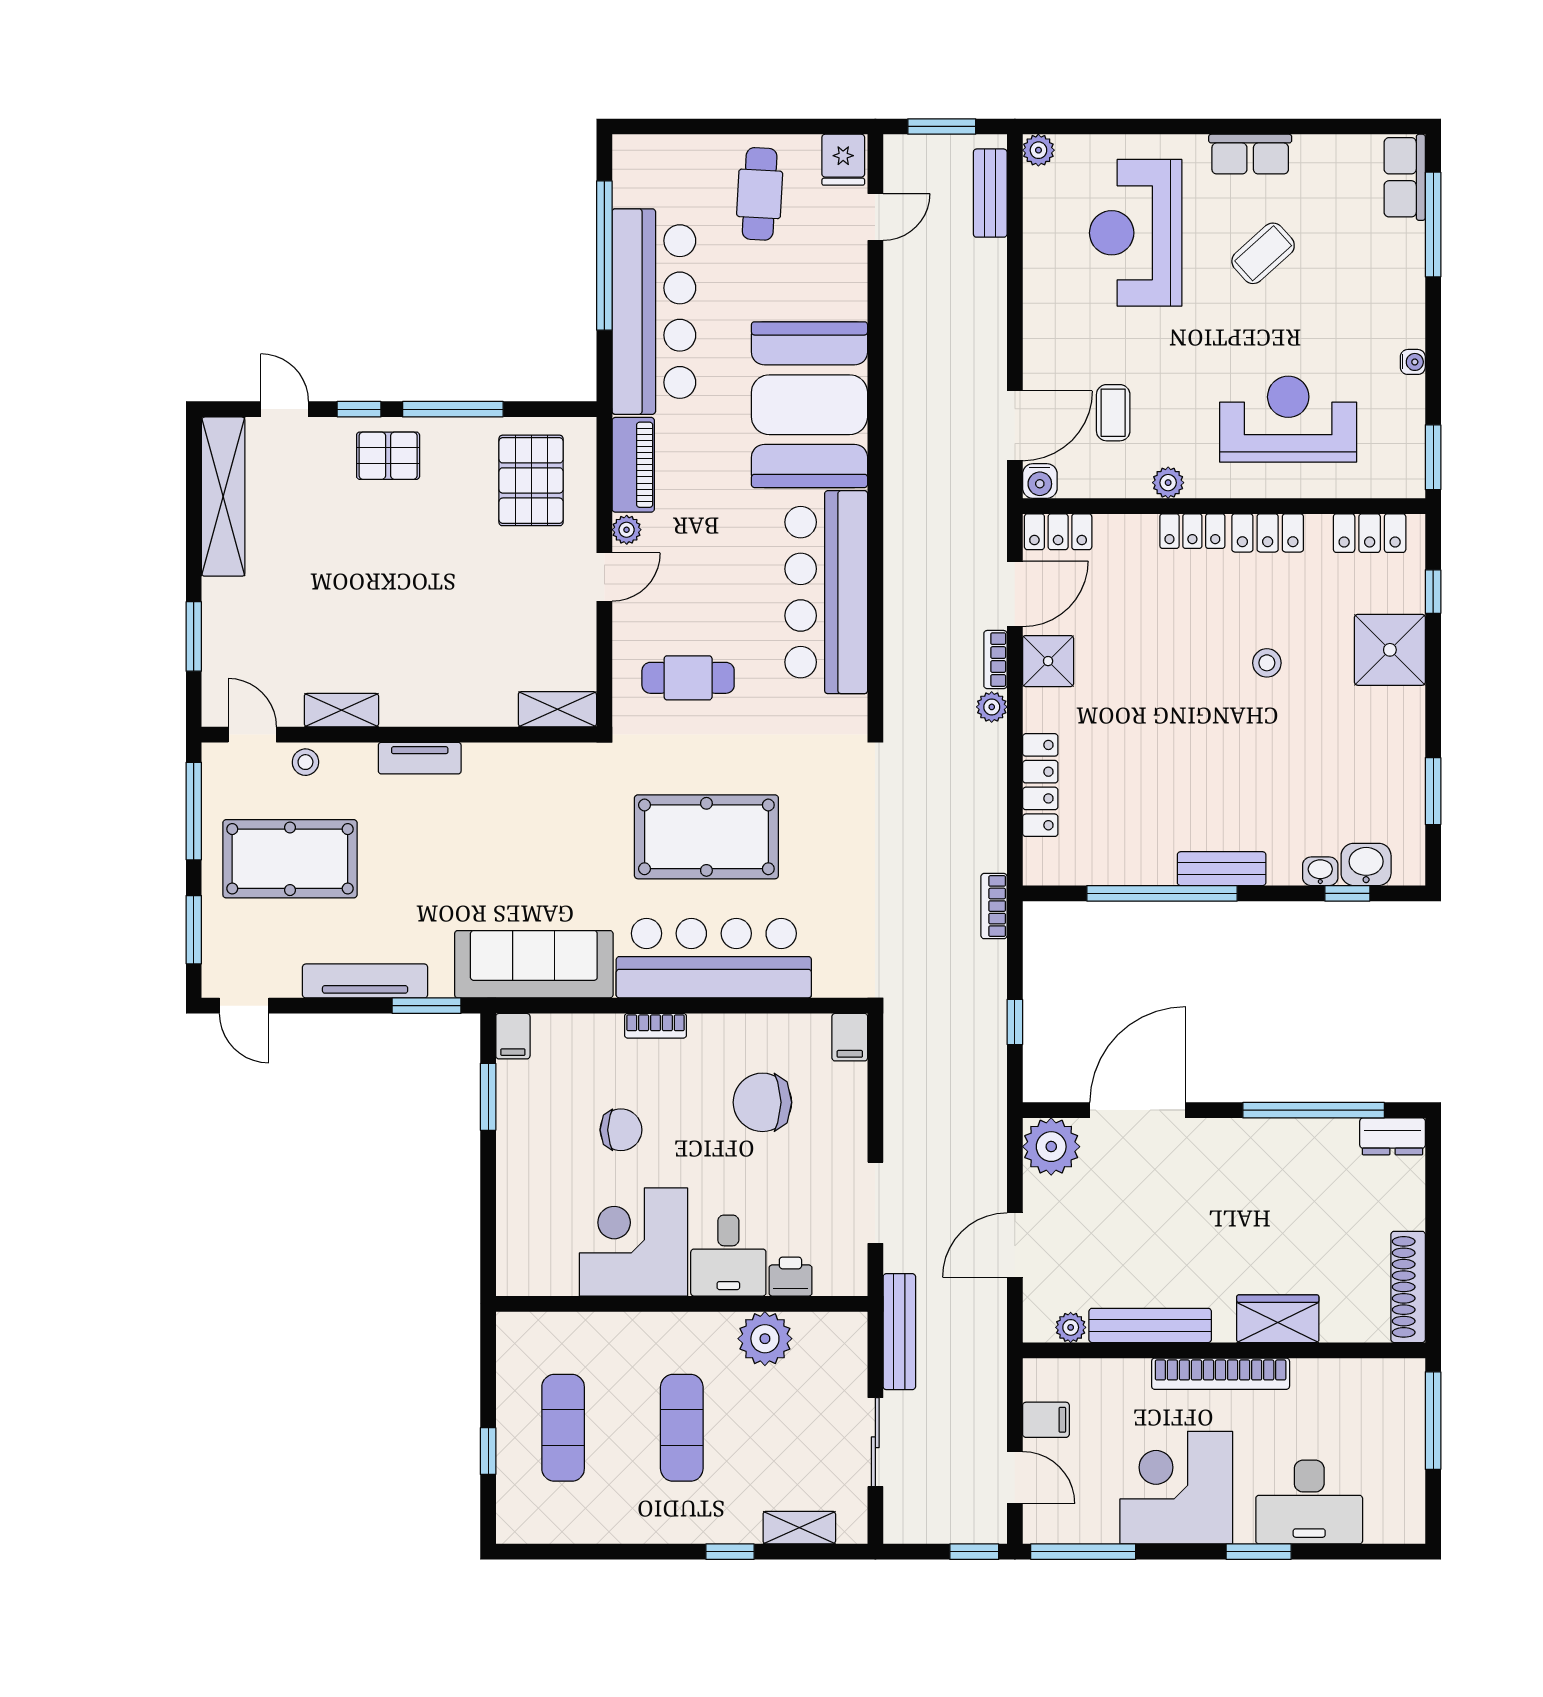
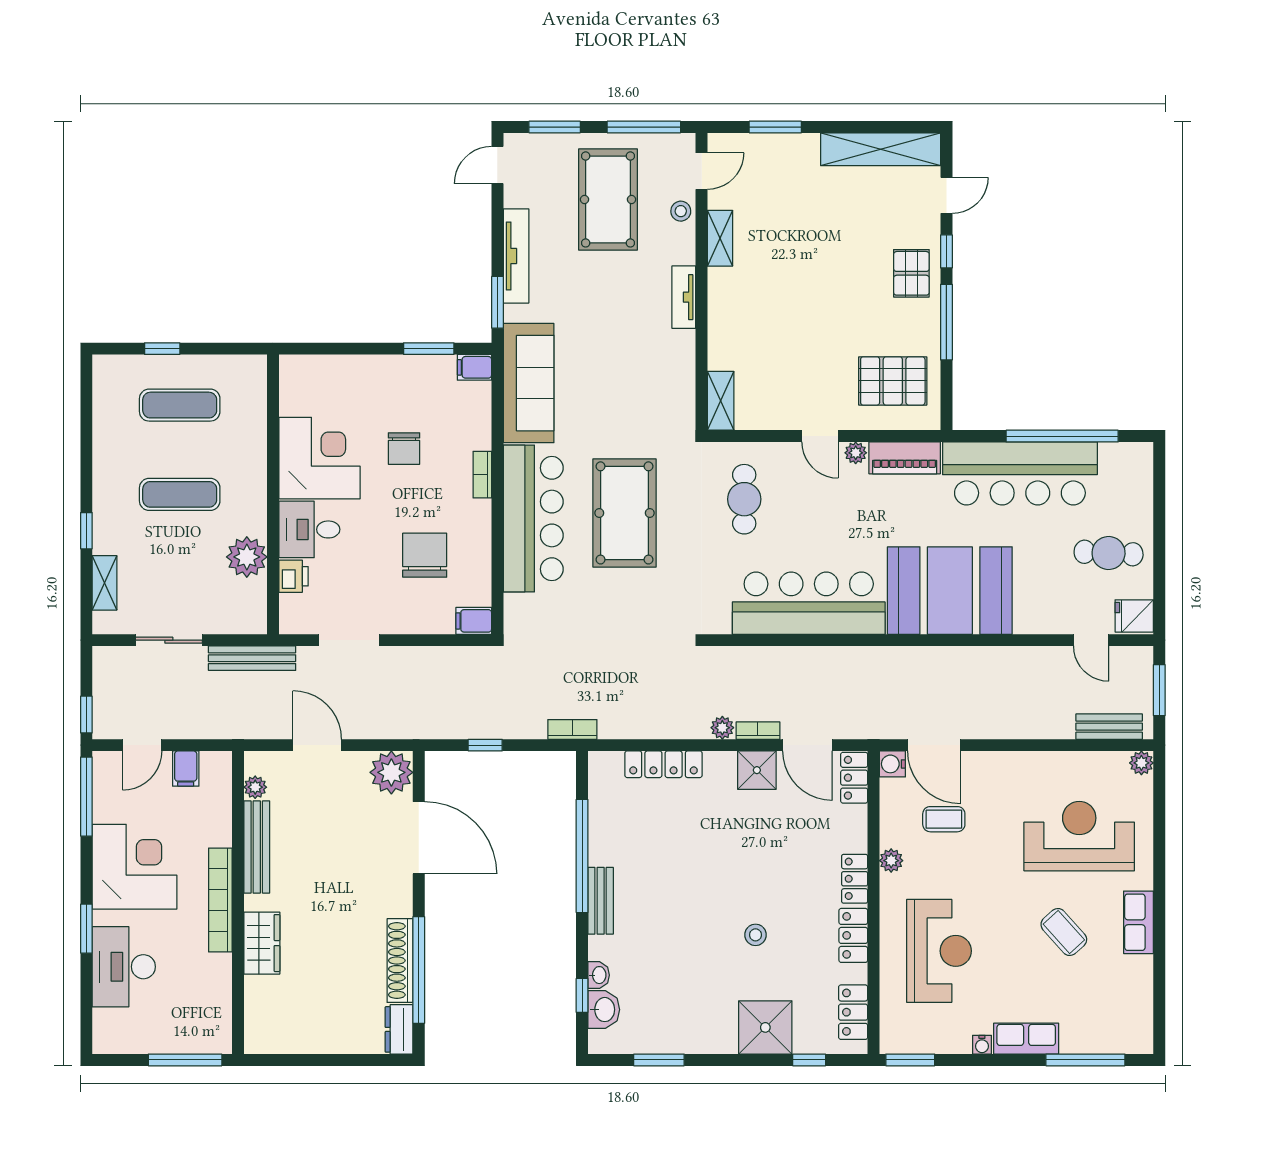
row of seats: (1405, 177) -> (1026, 1039), moved
shoe rack: (1408, 1287) -> (400, 961), moved, turned -90

